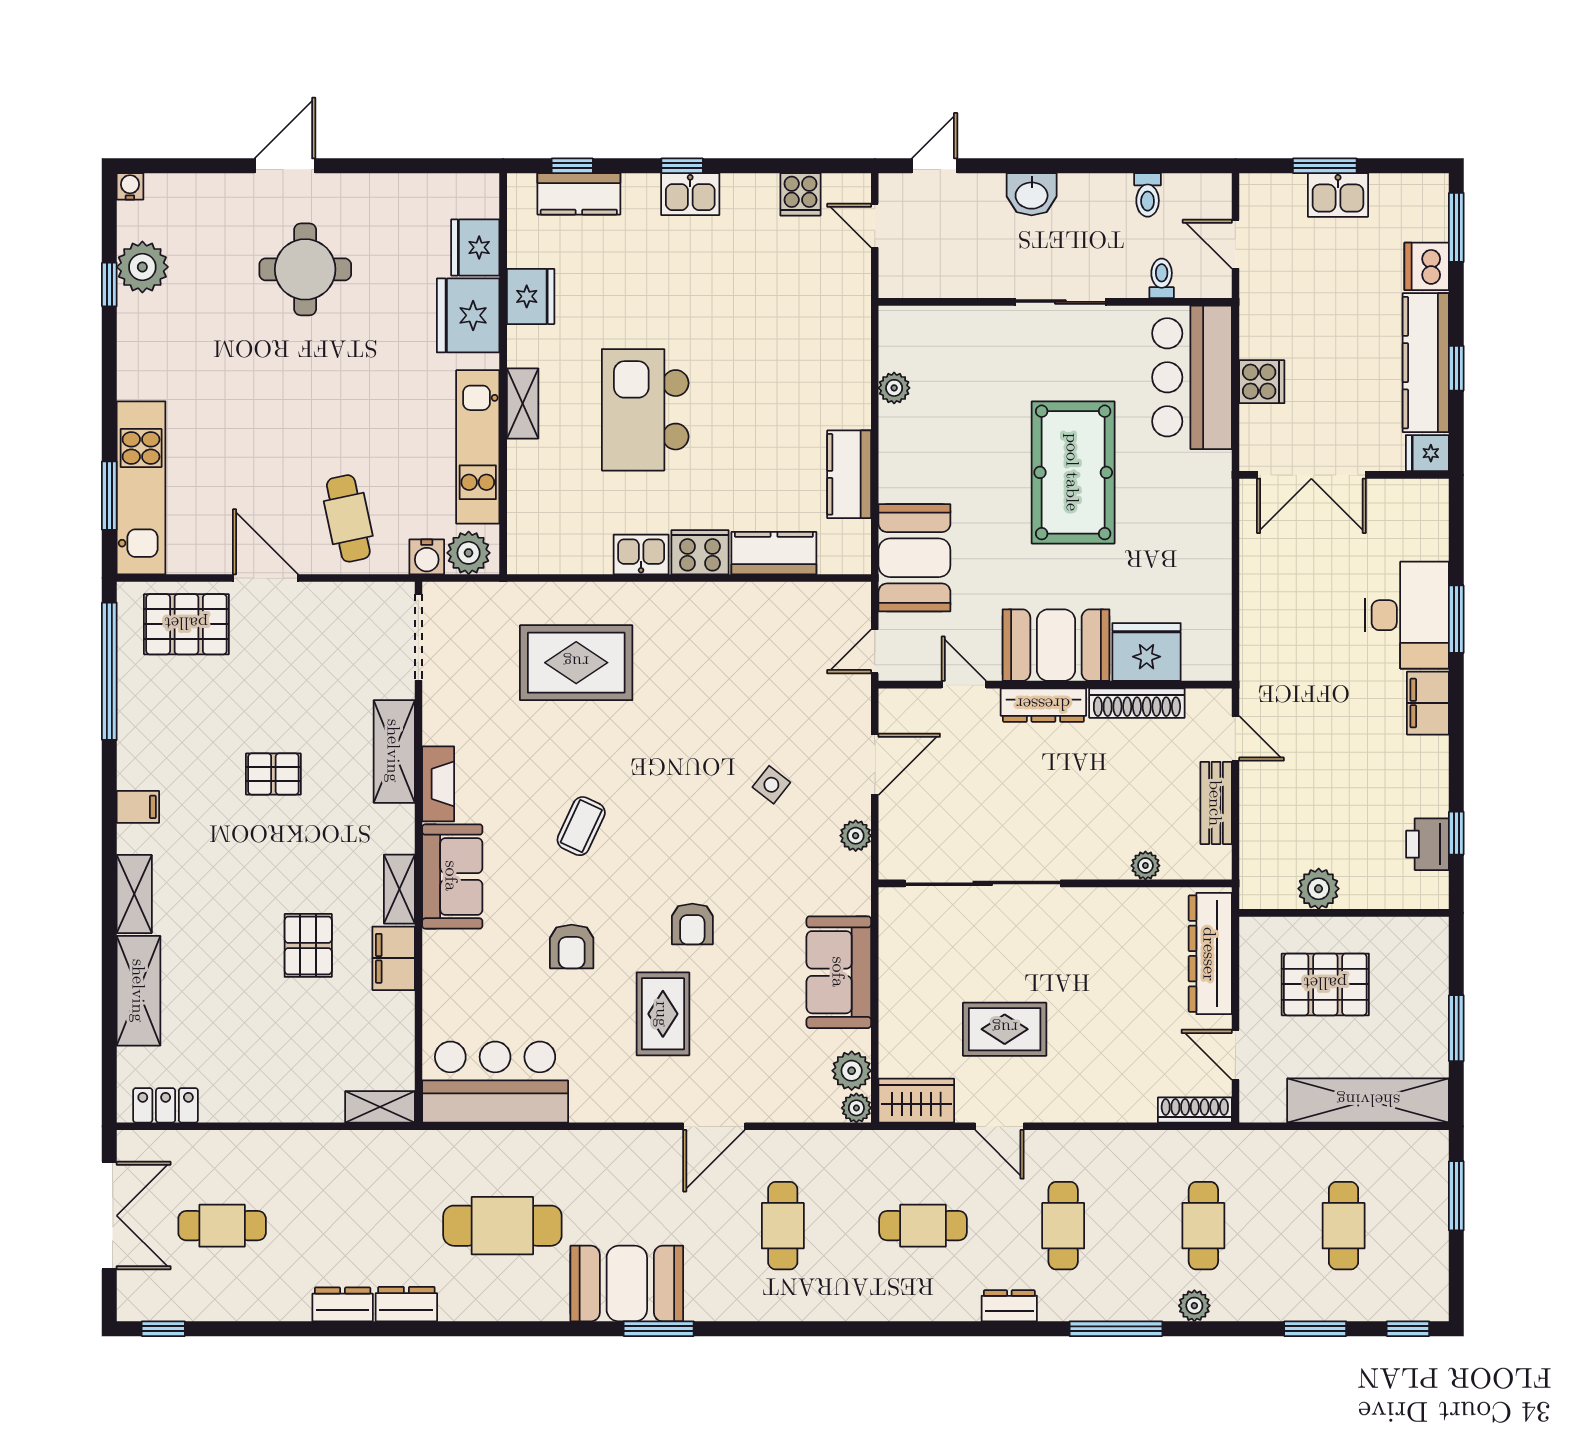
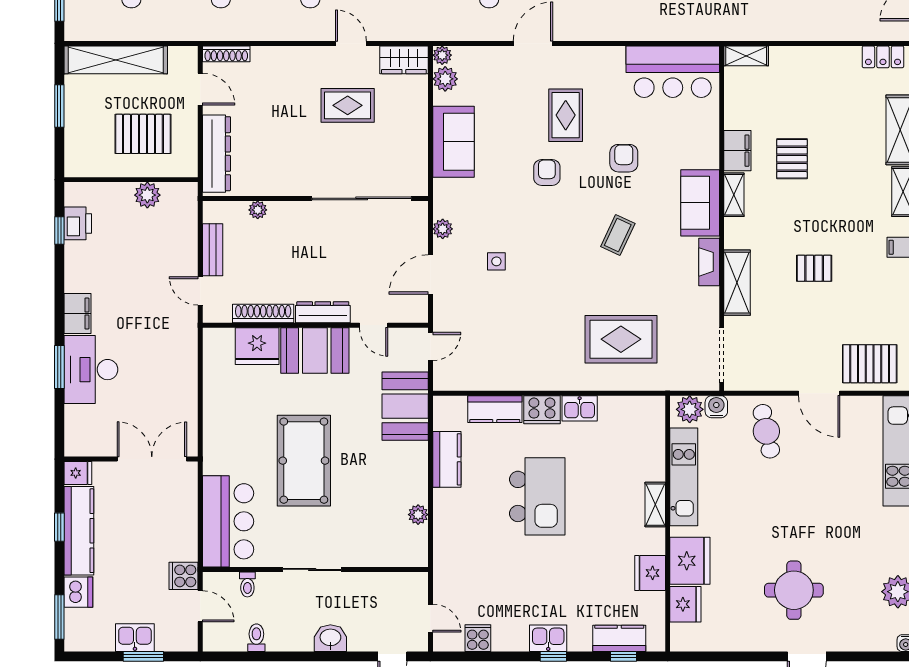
cooker: (1262, 382) -> (184, 576), moved
kitchen island: (645, 410) -> (537, 496), moved
side table: (771, 785) -> (496, 261), turned -38

